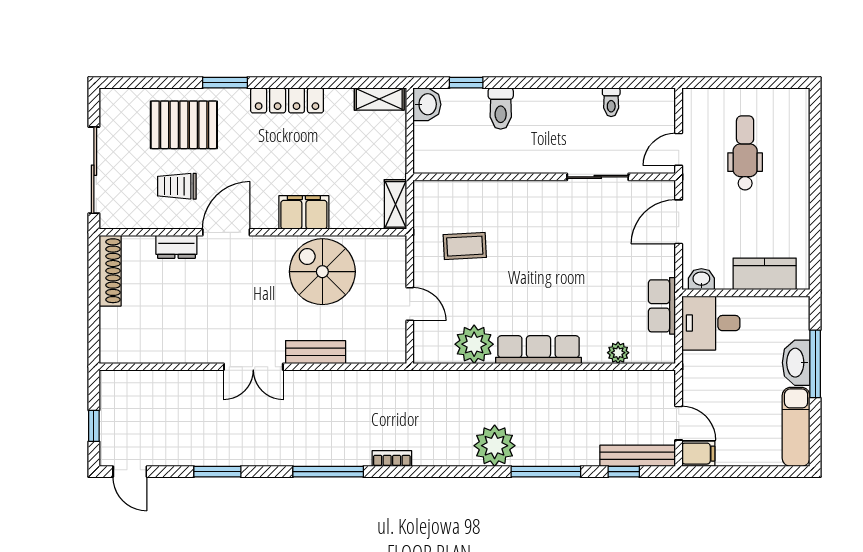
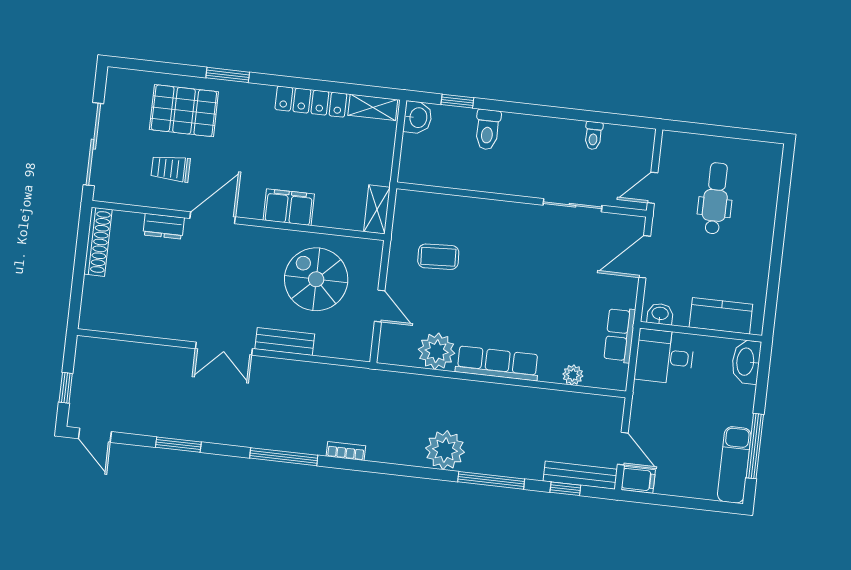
locker: (287, 100) -> (311, 102), moved
spiral stairs: (322, 272) -> (316, 279), moved
washbasin: (796, 363) -> (746, 362), moved
window: (815, 364) -> (755, 446), moved

